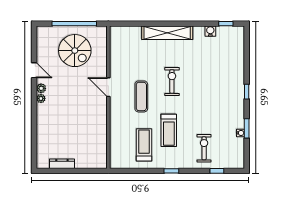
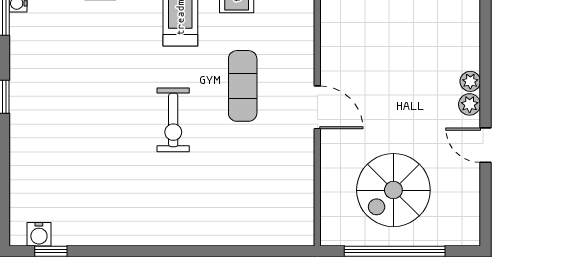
water cooler: (210, 31) -> (39, 234), moved
shelving: (167, 33) -> (184, 230), removed
spiral stairs: (75, 51) -> (393, 190), turned -90

